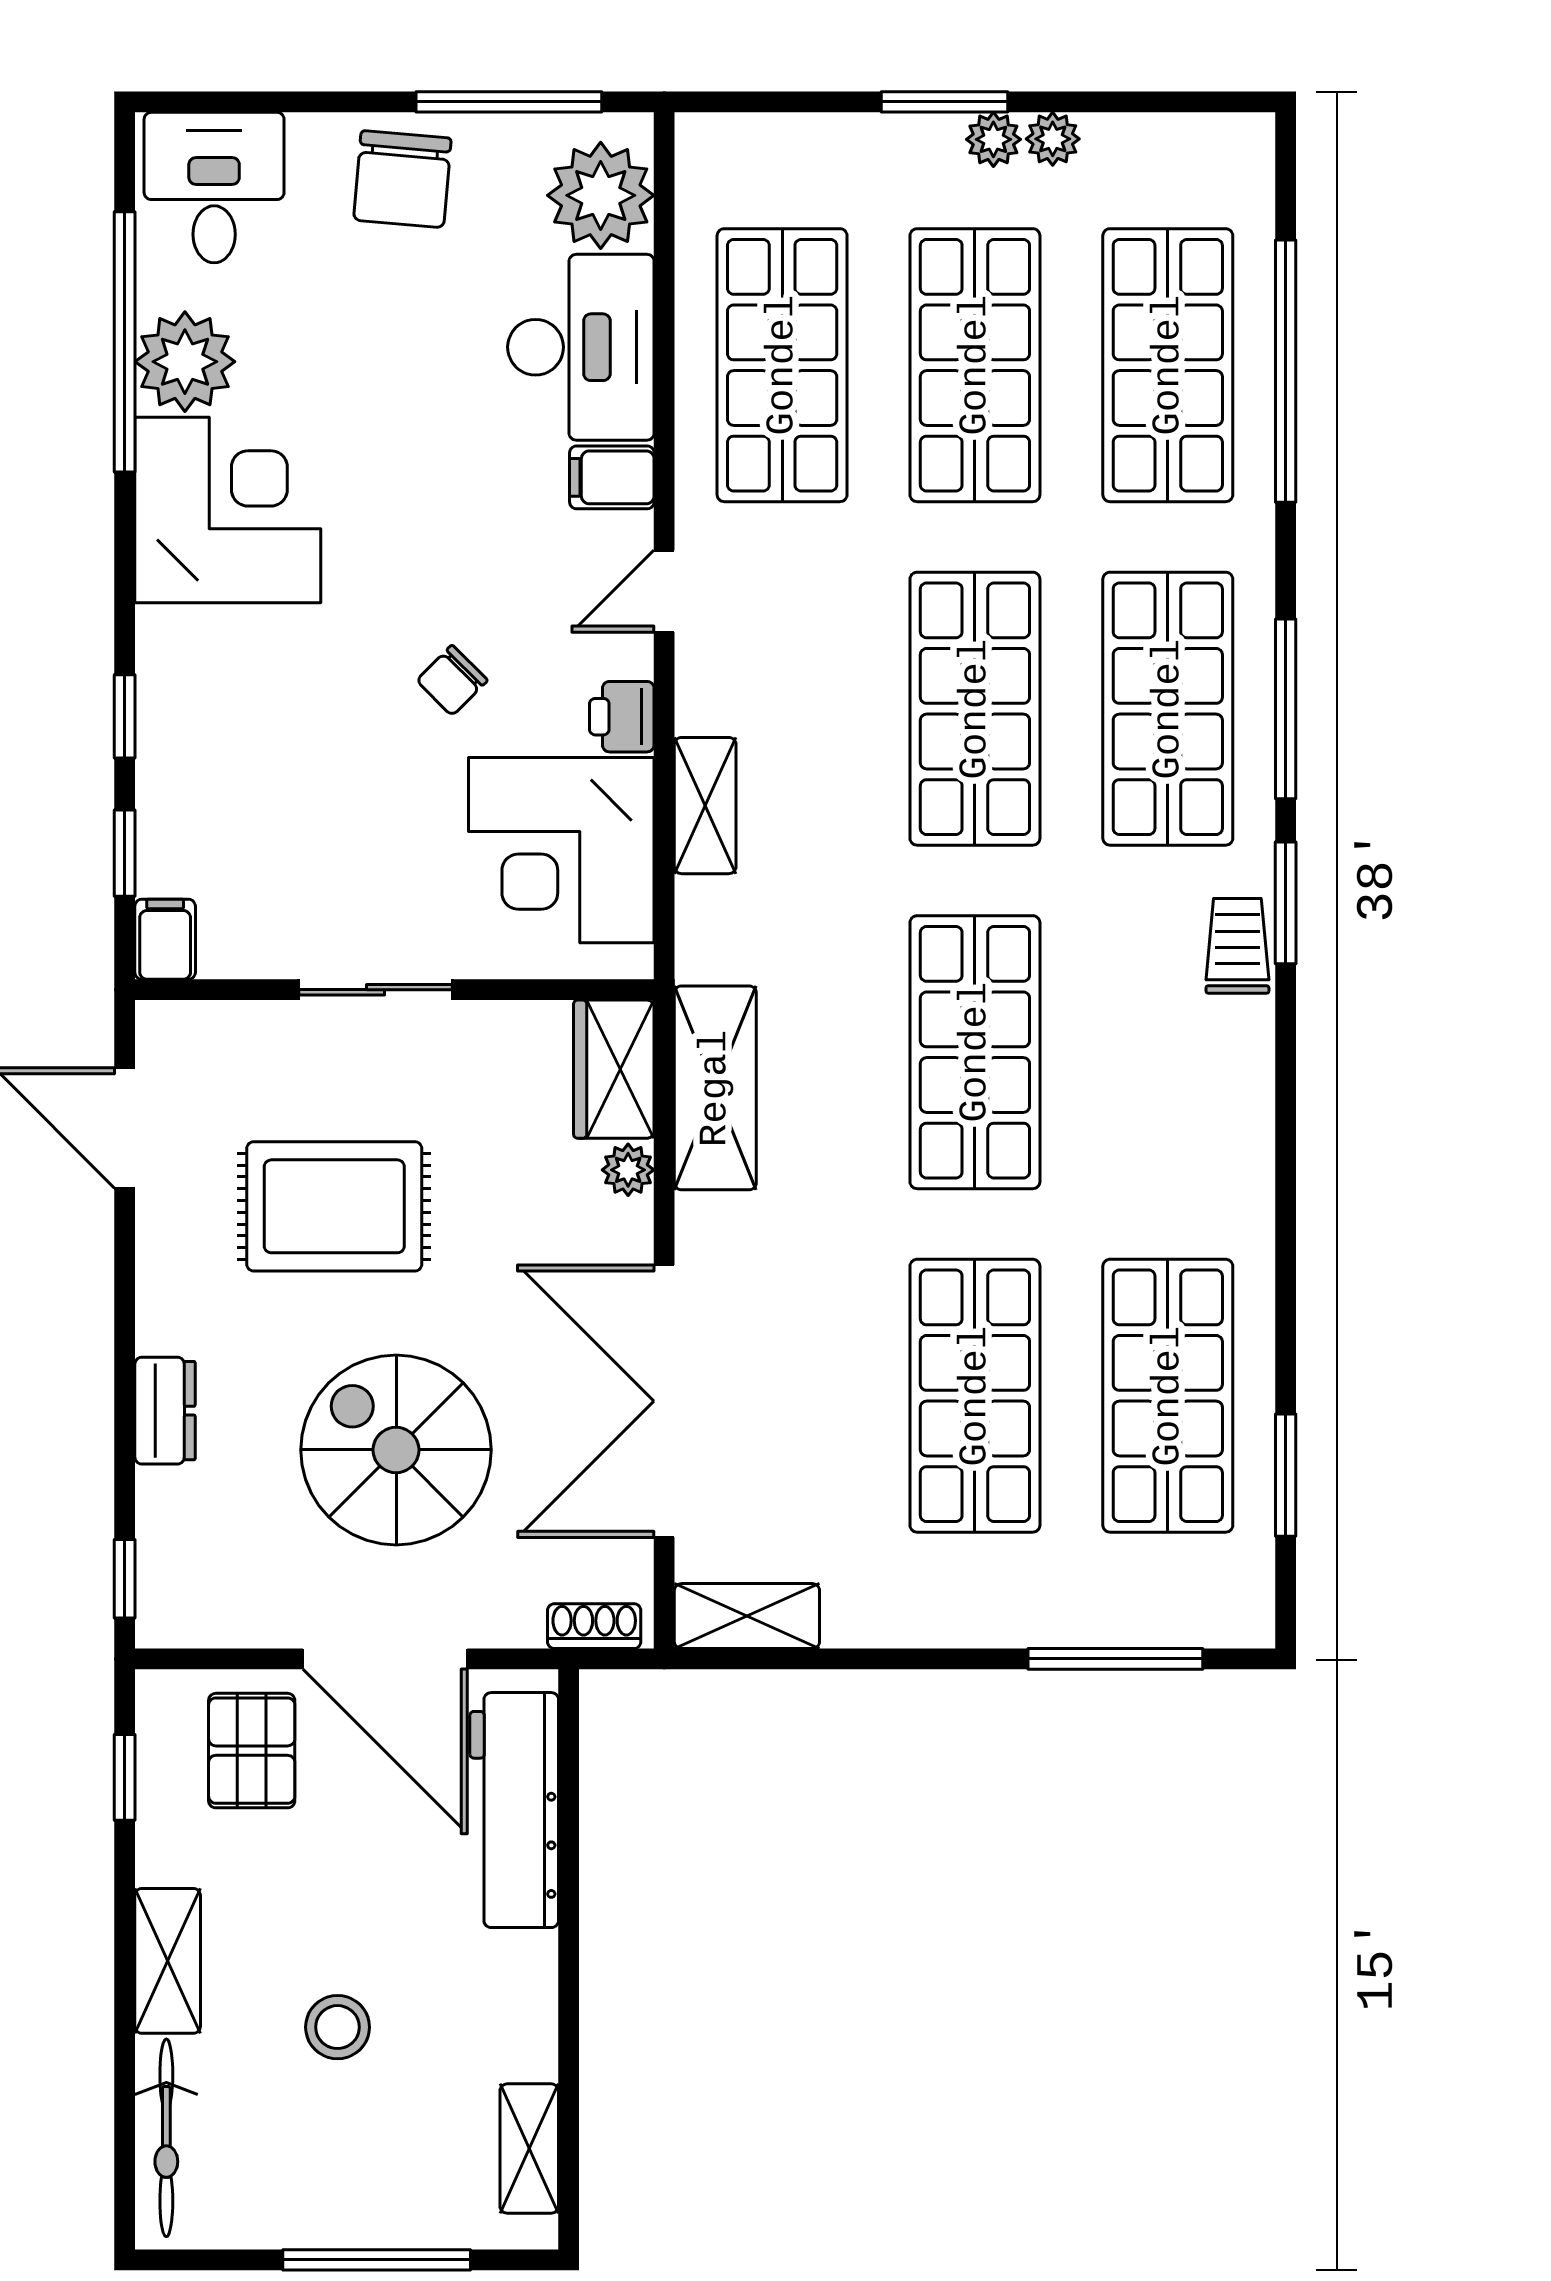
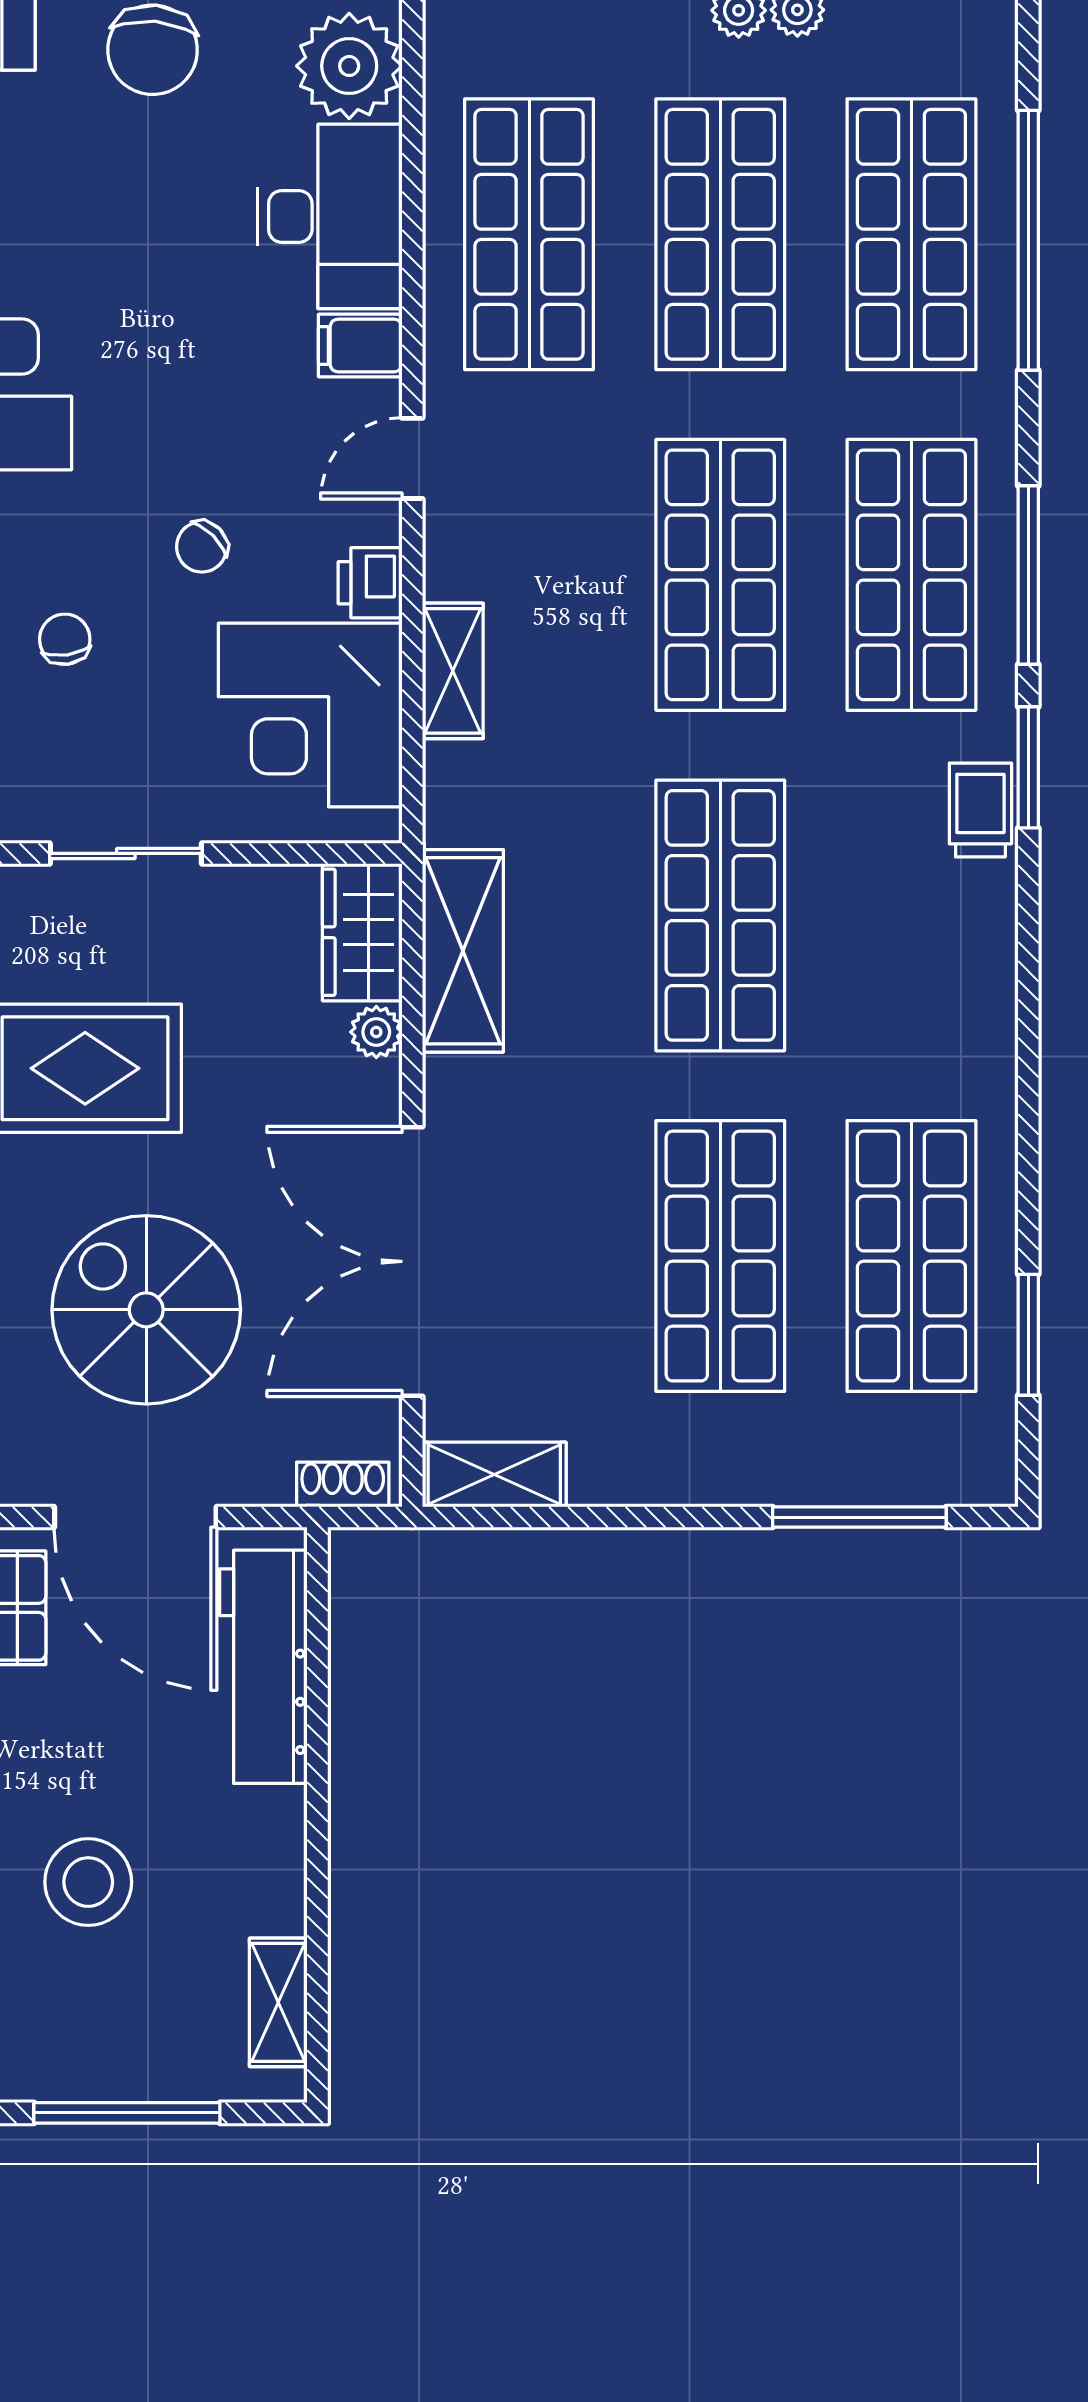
chair: (314, 774) -> (65, 639), added
stool: (338, 2027) -> (88, 1882), width x1.38, depth x1.38

